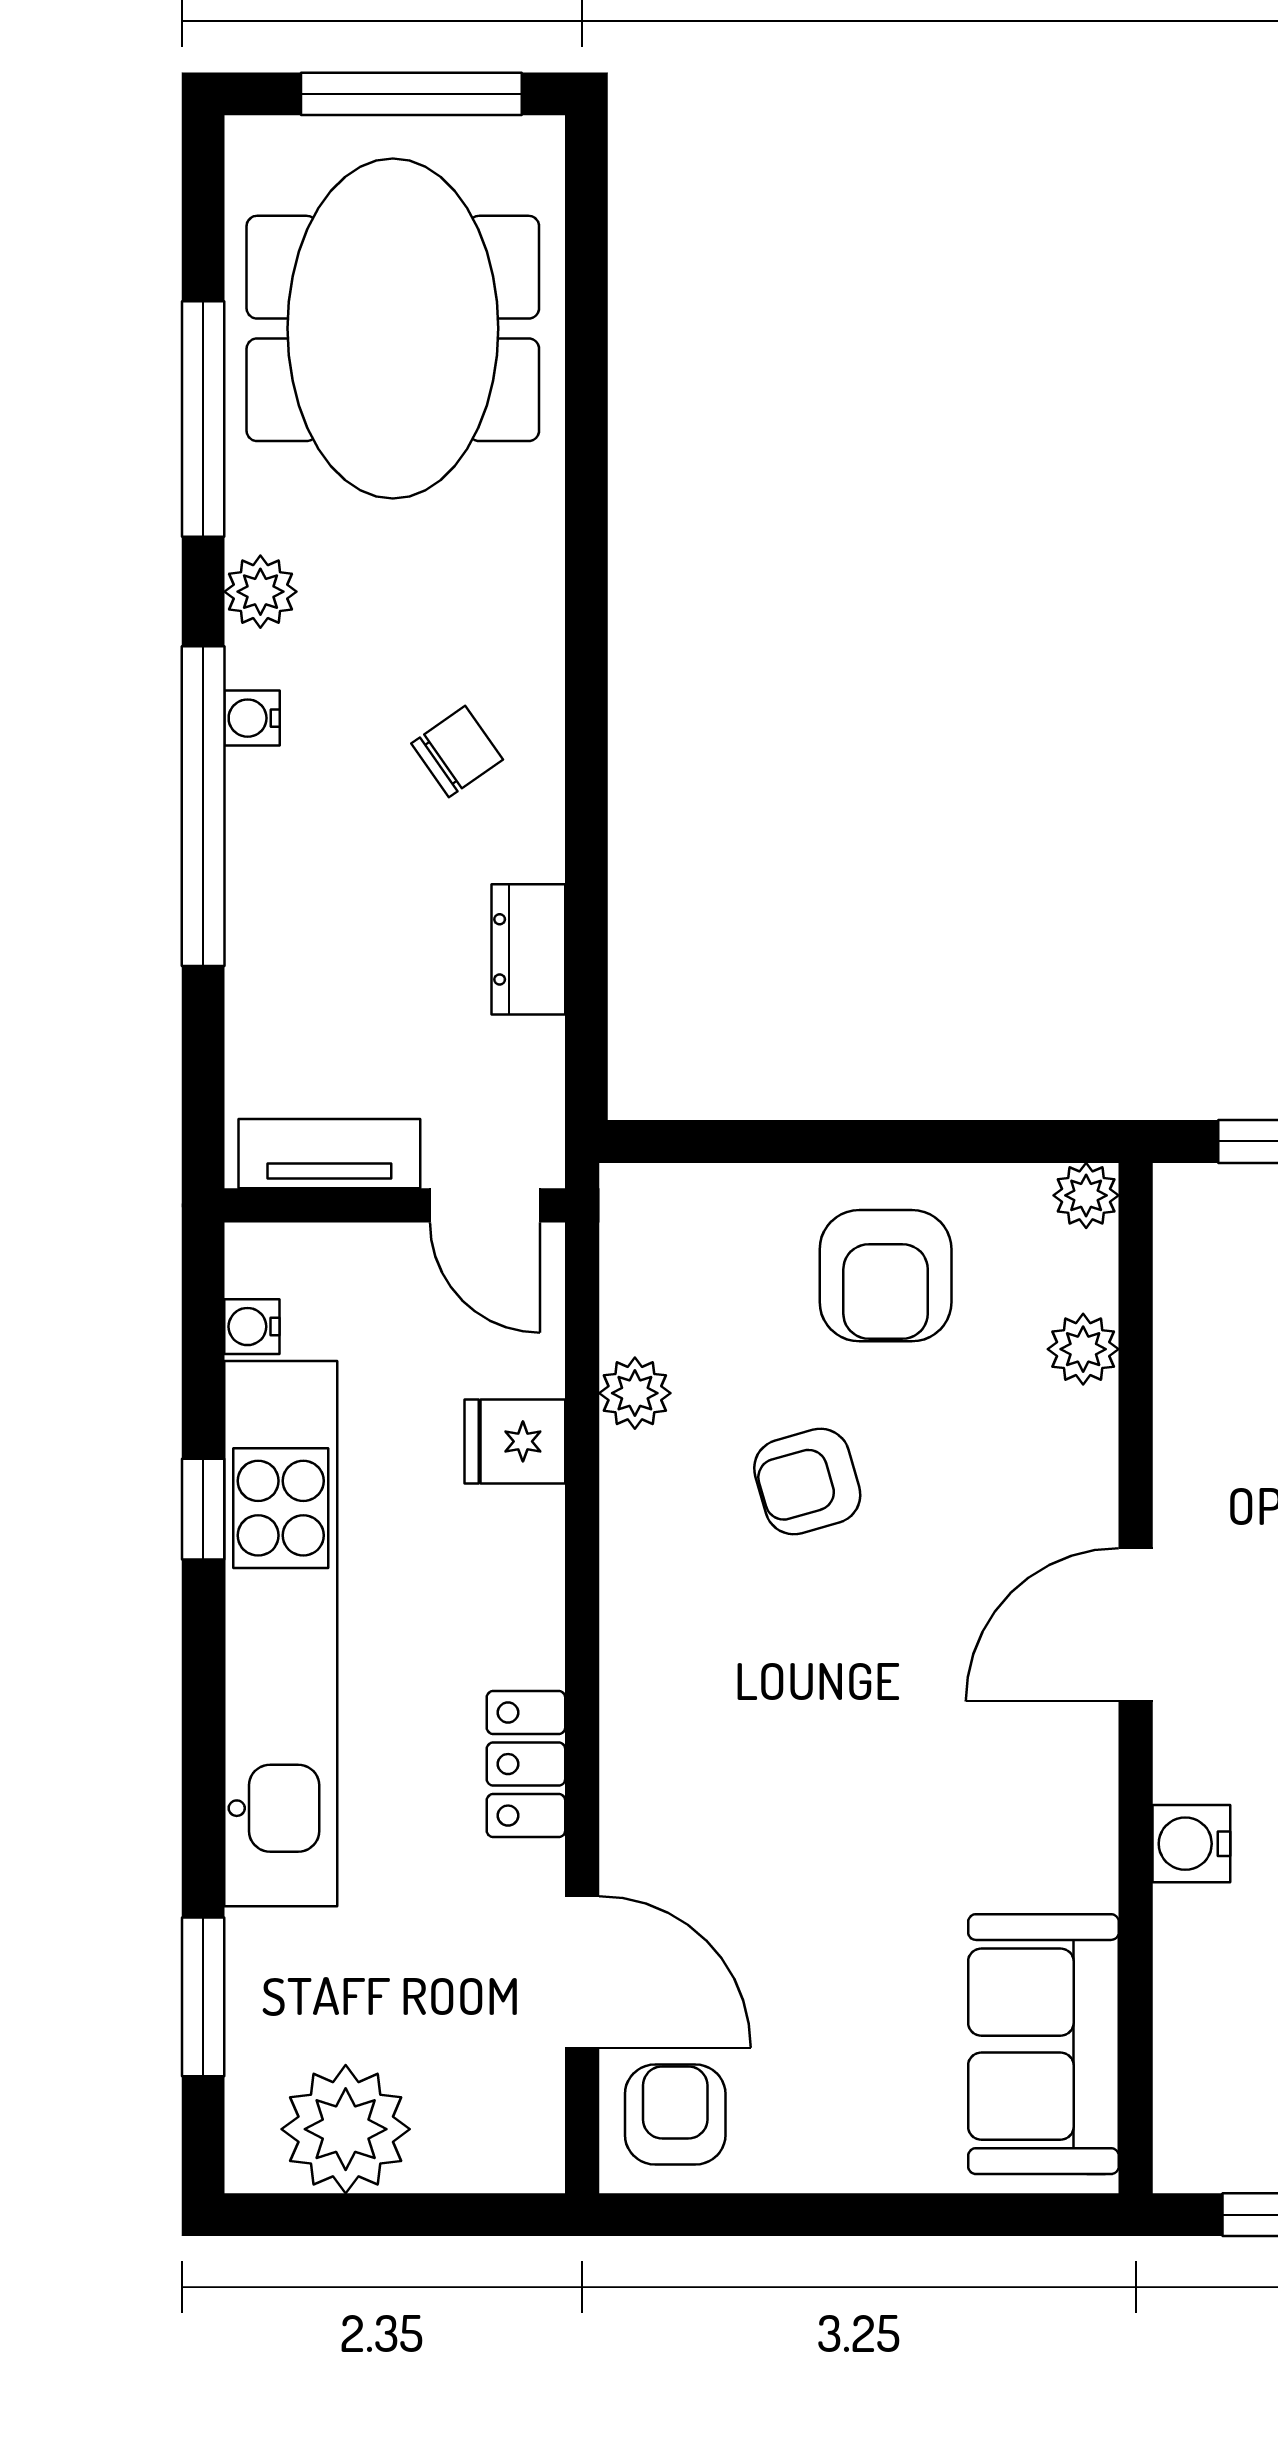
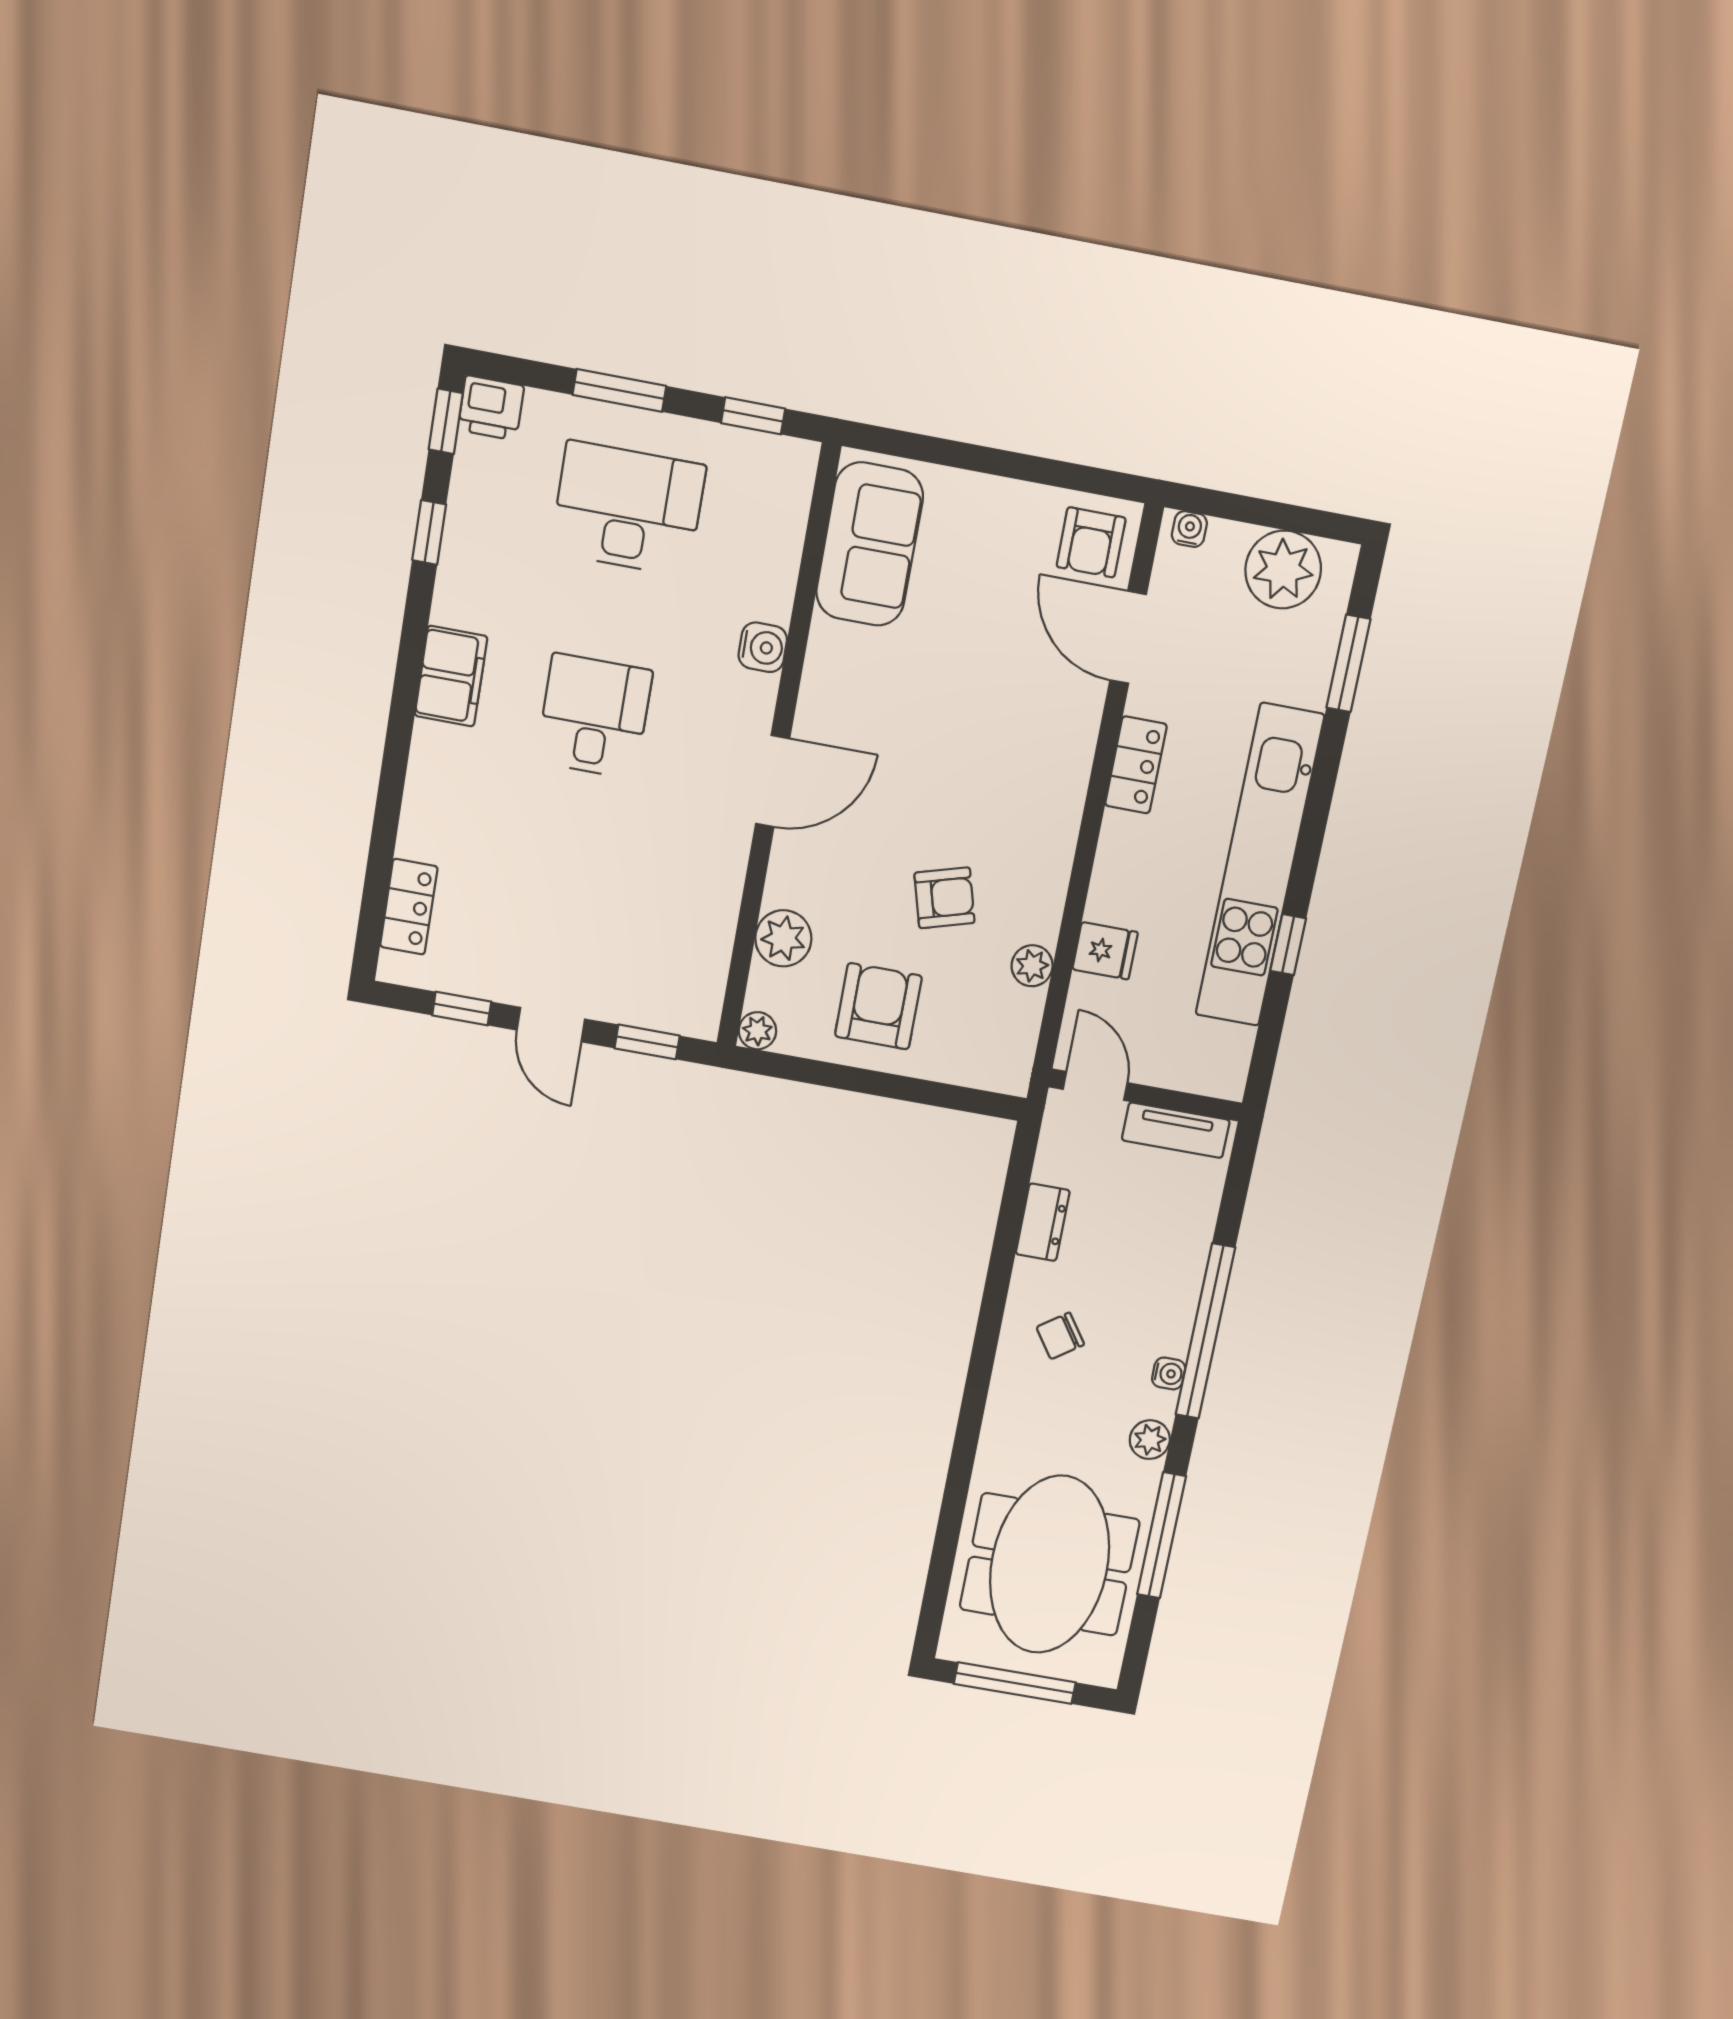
water cooler: (252, 1327) -> (1189, 529), moved, turned -90
plant: (1083, 1349) -> (783, 938), width x1.38, depth x1.38

